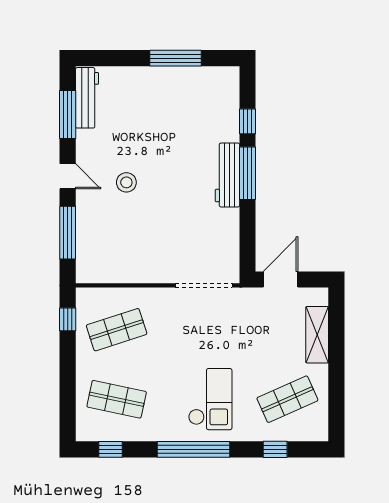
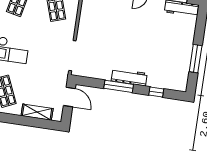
window: (247, 173) -> (119, 86), moved
stool: (126, 182) -> (133, 23), removed

